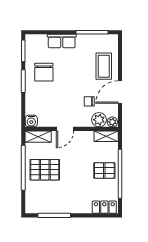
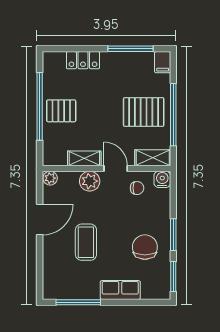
coffee table: (104, 66) -> (86, 242), moved
chair: (89, 101) -> (137, 188), moved
plant: (99, 120) -> (90, 181), moved
door: (65, 129) -> (116, 168), hinge flipped
shelving: (106, 136) -> (84, 158), moved
filing cabinet: (31, 206) -> (163, 62), added
locker: (104, 207) -> (83, 60), moved

